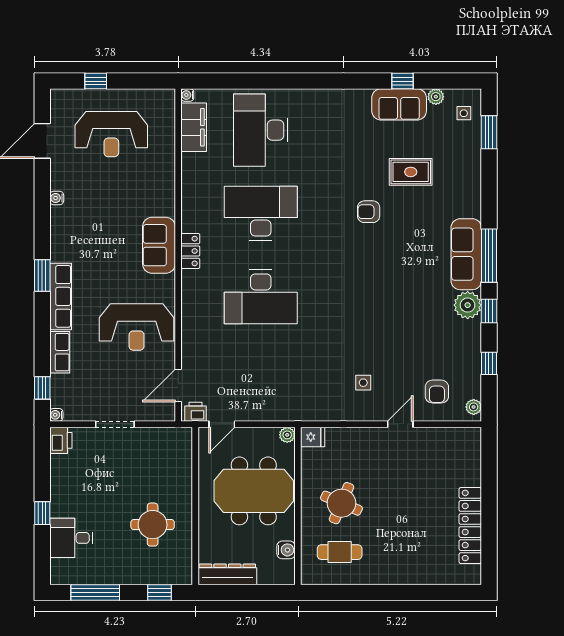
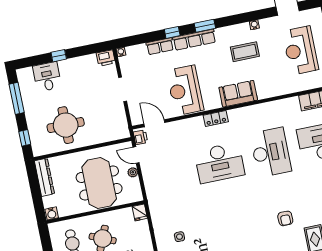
armchair: (369, 212) -> (285, 218), turned 180
coffee table: (95, 221) -> (245, 52), added
locker: (190, 251) -> (216, 118), moved
desk: (261, 297) -> (219, 163), turned -90
window: (42, 388) -> (172, 32), moved
plant: (287, 435) -> (133, 172), moved
round table: (153, 525) -> (66, 125), width x1.36, depth x1.36
water cooler: (286, 550) -> (52, 213), moved

